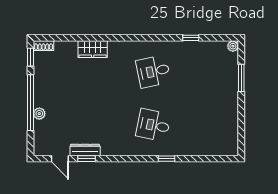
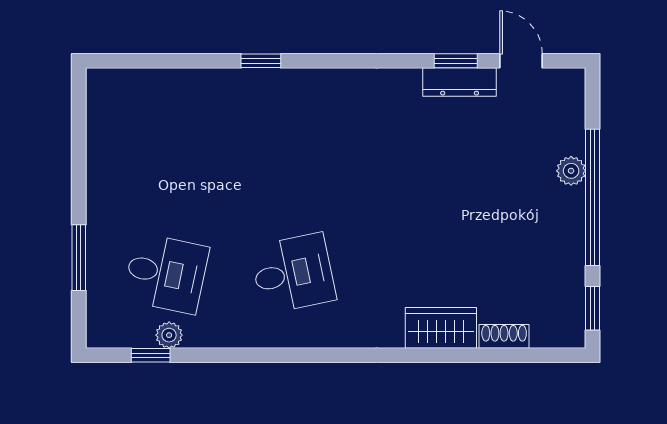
window: (191, 38) -> (151, 355), moved
shoe rack: (43, 46) -> (504, 336), moved
plant: (233, 46) -> (169, 335), moved
desk: (153, 125) -> (166, 273), moved

